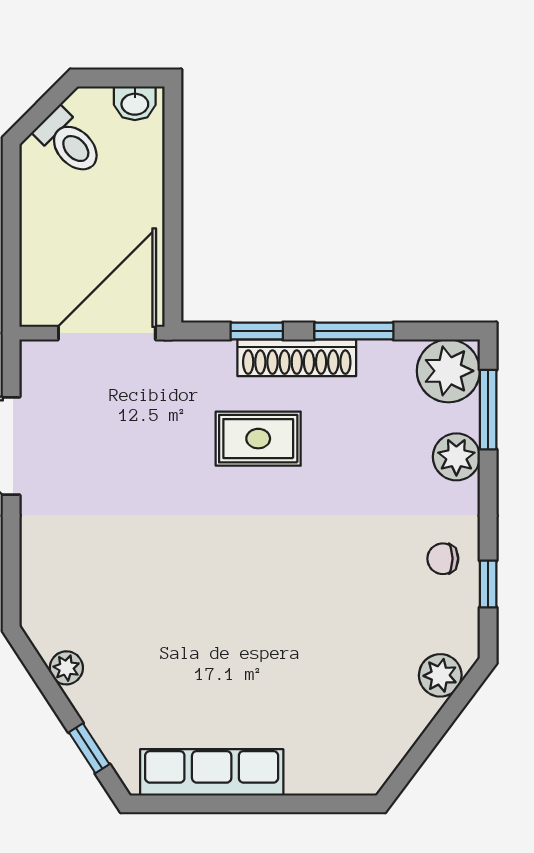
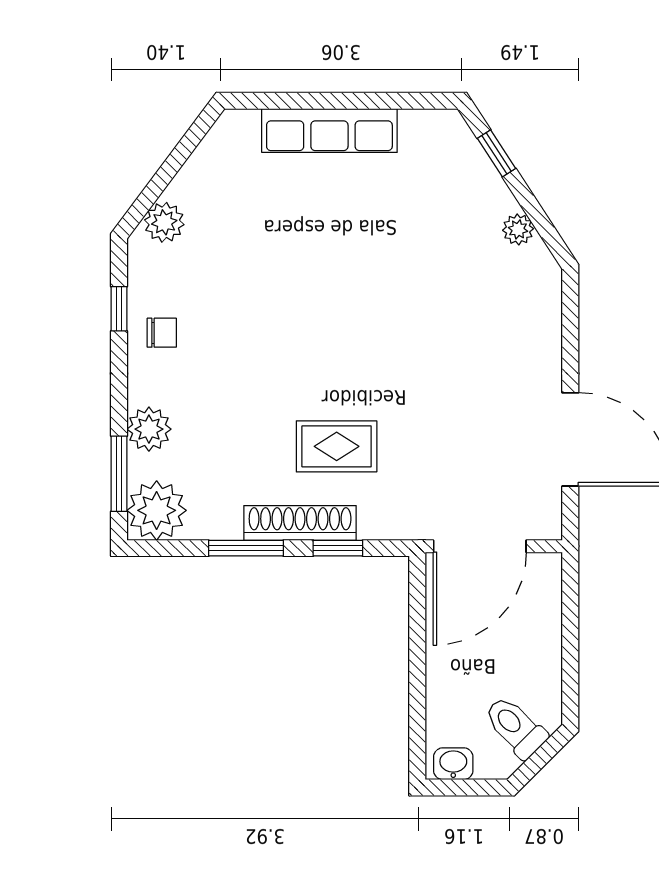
row of seats: (212, 772) -> (329, 130), moved

